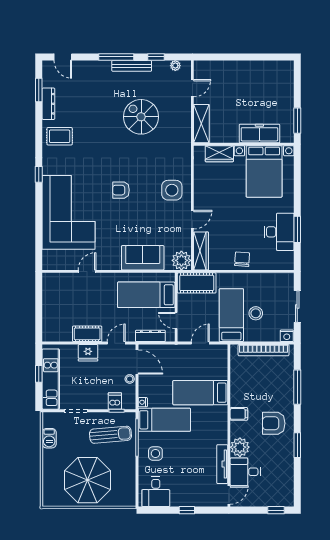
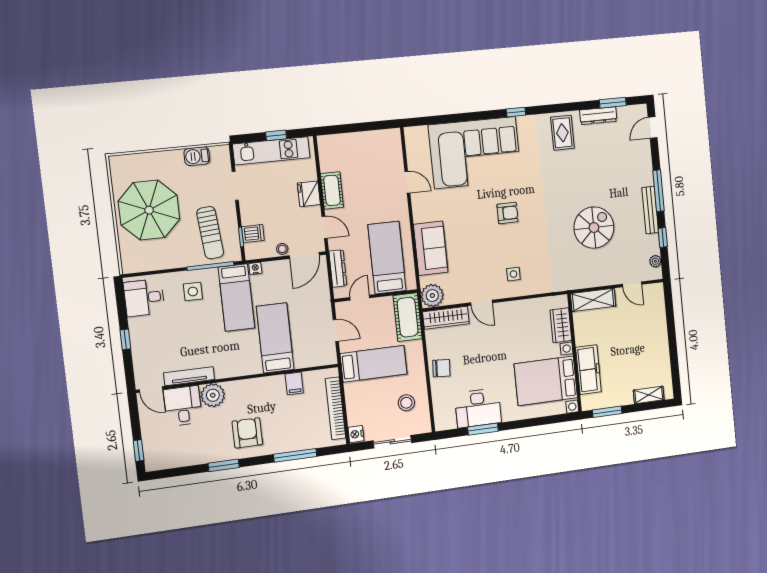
shelving: (288, 83) -> (649, 395), added
armchair: (121, 190) -> (507, 213), turned 90
side table: (172, 190) -> (513, 274), width x0.54, depth x0.54
stool: (256, 313) -> (406, 403), moved
filing cabinet: (239, 414) -> (294, 383), moved

